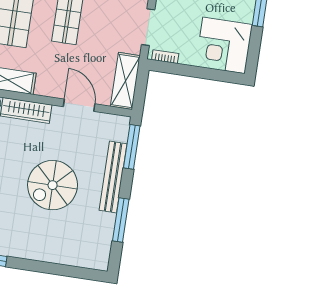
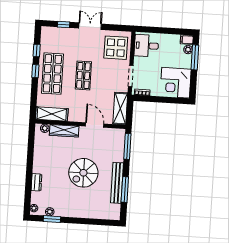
bench: (113, 177) -> (117, 183), moved

